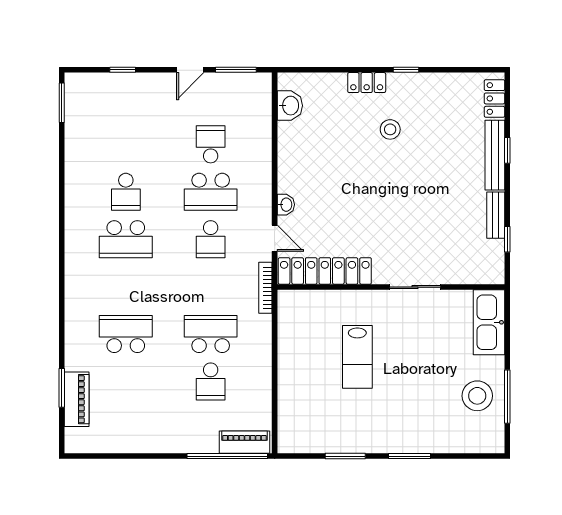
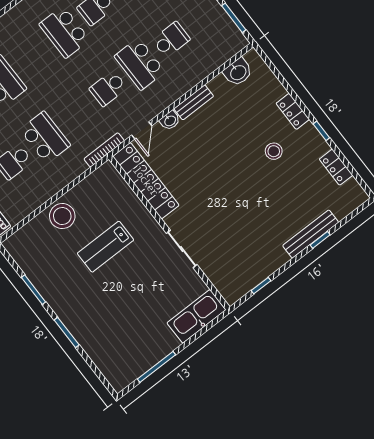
locker: (494, 98) -> (336, 167), moved, turned -90
bench: (496, 215) -> (194, 102), moved
stool: (477, 396) -> (62, 216), moved

